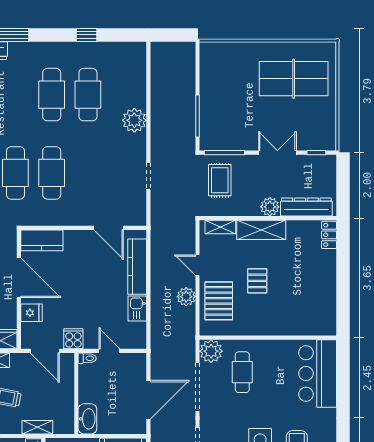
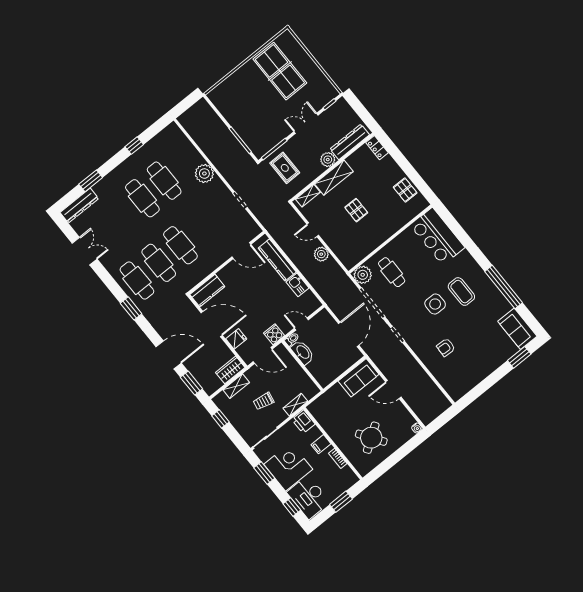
table tennis table: (294, 79) -> (280, 71), turned 90
pallet: (219, 301) -> (405, 190), moved, width x0.67, depth x0.71
washbasin: (87, 419) -> (303, 352), moved

